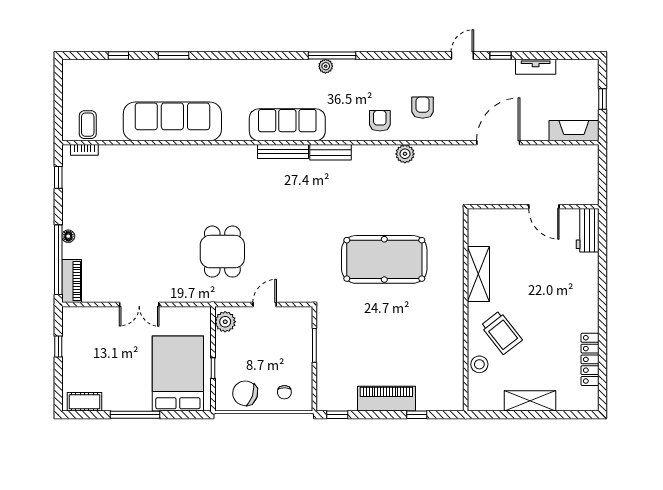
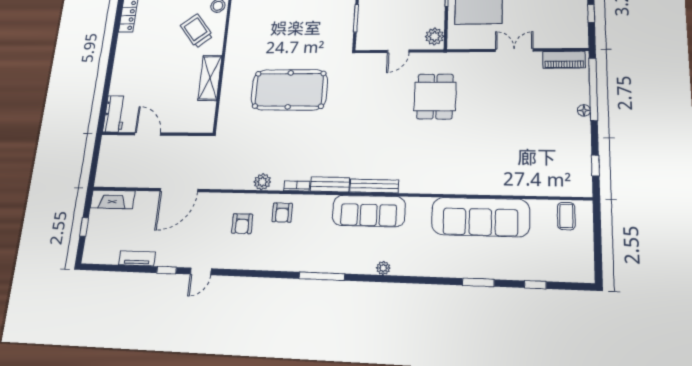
plant: (326, 66) -> (383, 268), moved
bookcase: (84, 150) -> (297, 186), moved
piano: (72, 281) -> (564, 60), moved, turned -90

